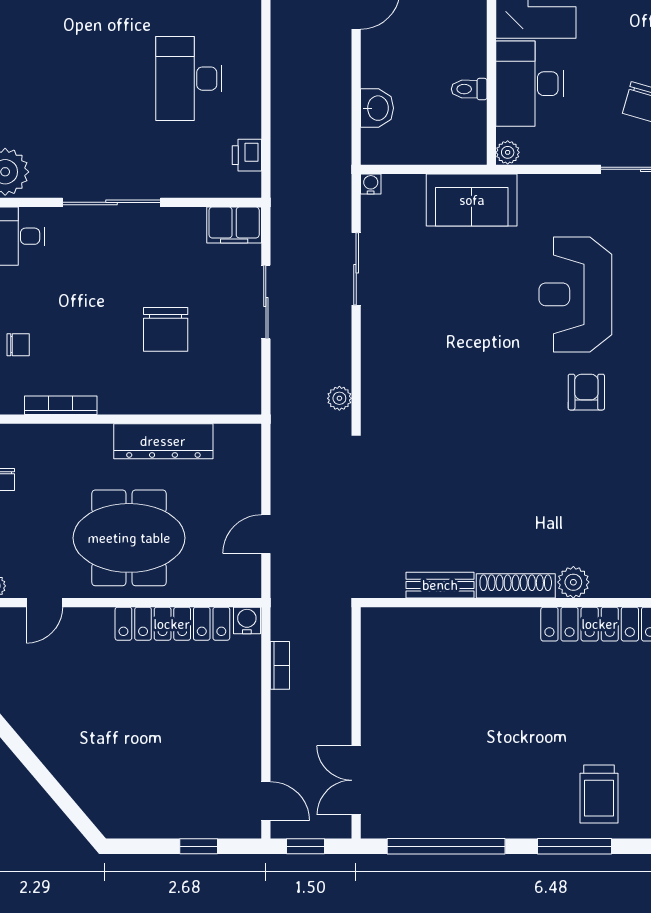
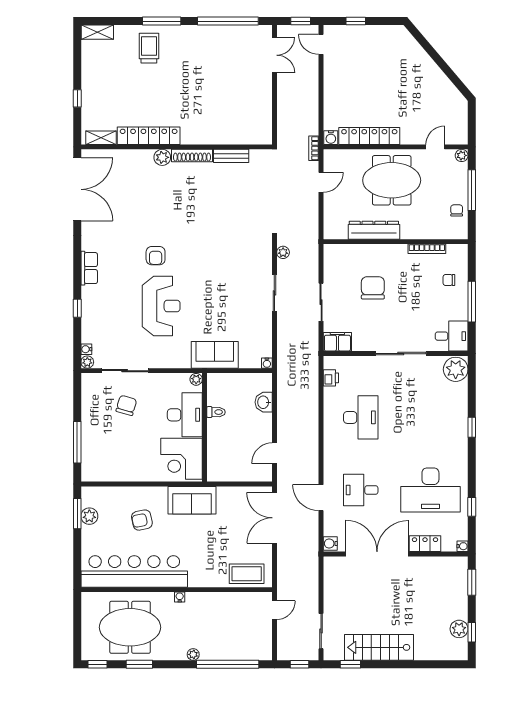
sliding door: (356, 269) -> (274, 293), moved
bookcase: (280, 665) -> (314, 148), moved

